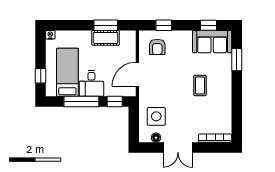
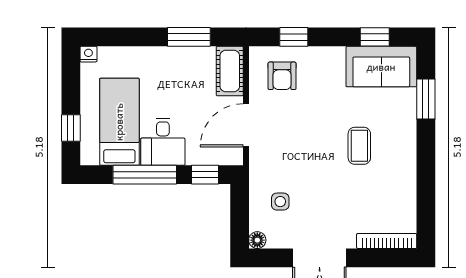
cot: (106, 38) -> (230, 71), moved, turned 90
side table: (156, 116) -> (280, 202), width x0.54, depth x0.54
floor lamp: (156, 138) -> (257, 240), moved

